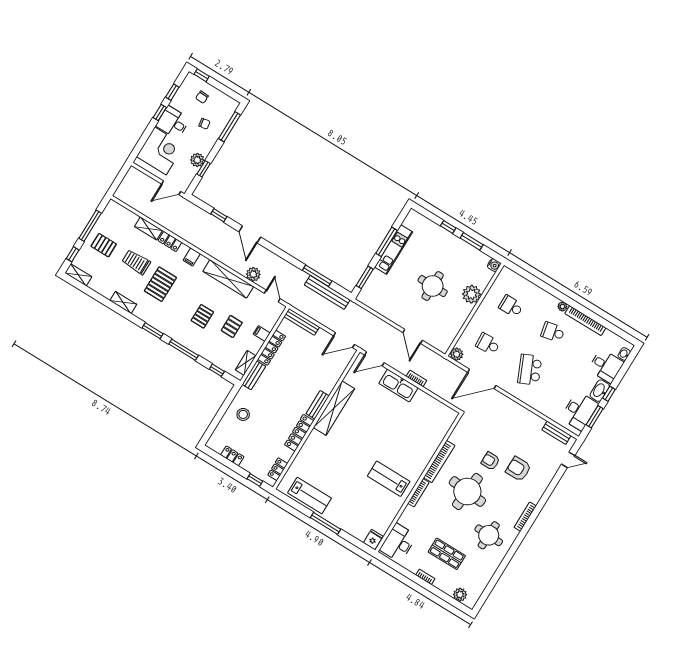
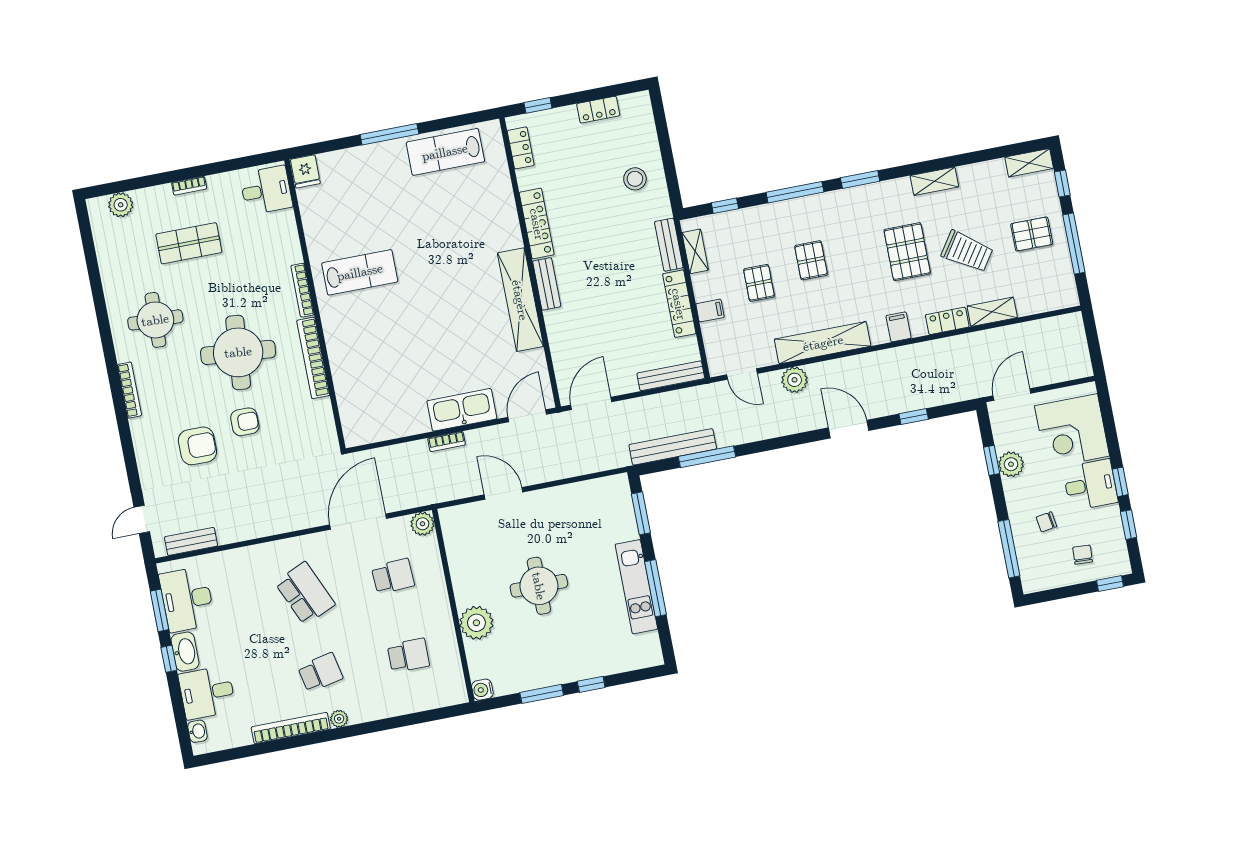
trolley: (136, 262) -> (967, 251), turned 34
desk: (398, 543) -> (266, 190), width x0.73

